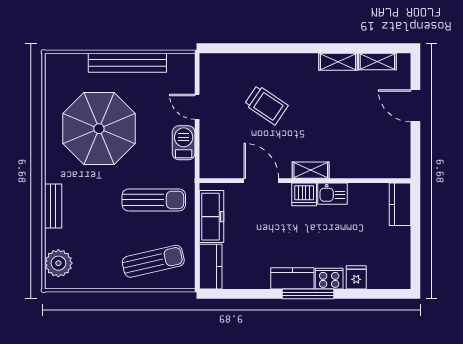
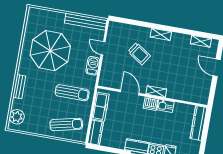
shelving: (338, 62) -> (161, 34), moved
bench: (127, 63) -> (86, 22), moved
kitchen counter: (400, 204) -> (199, 123), width x1.50

